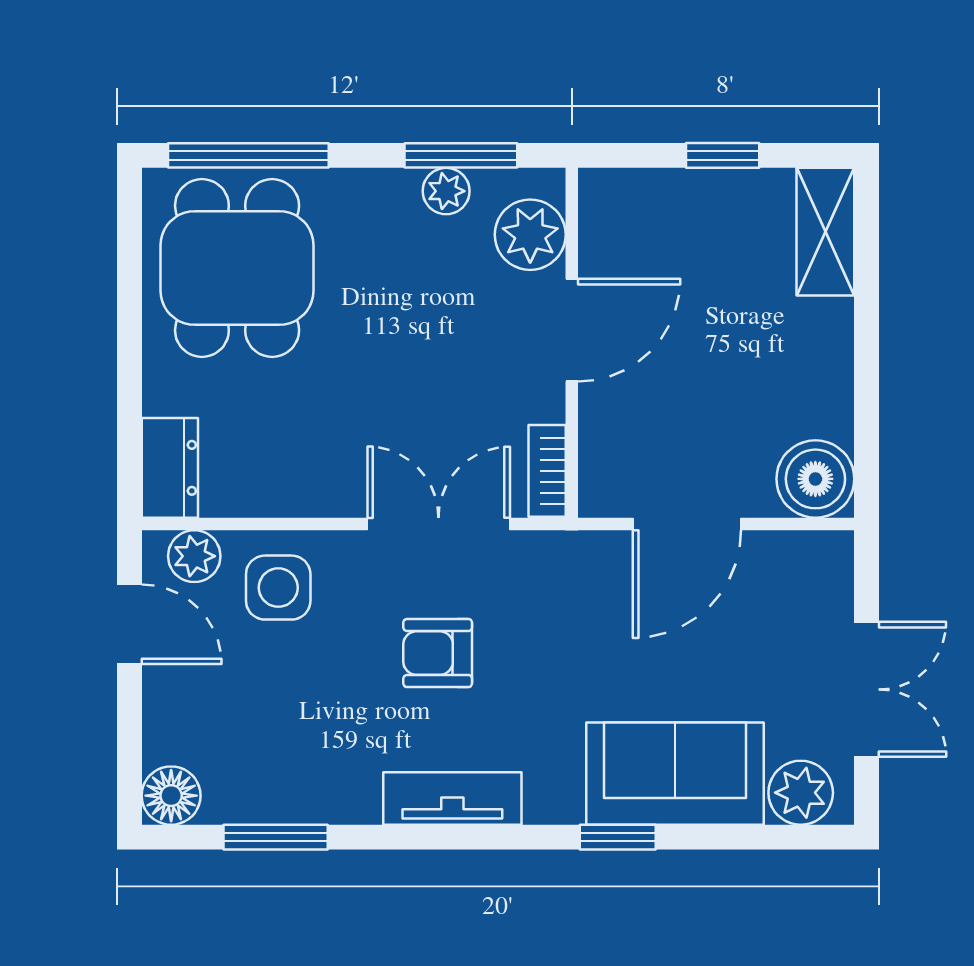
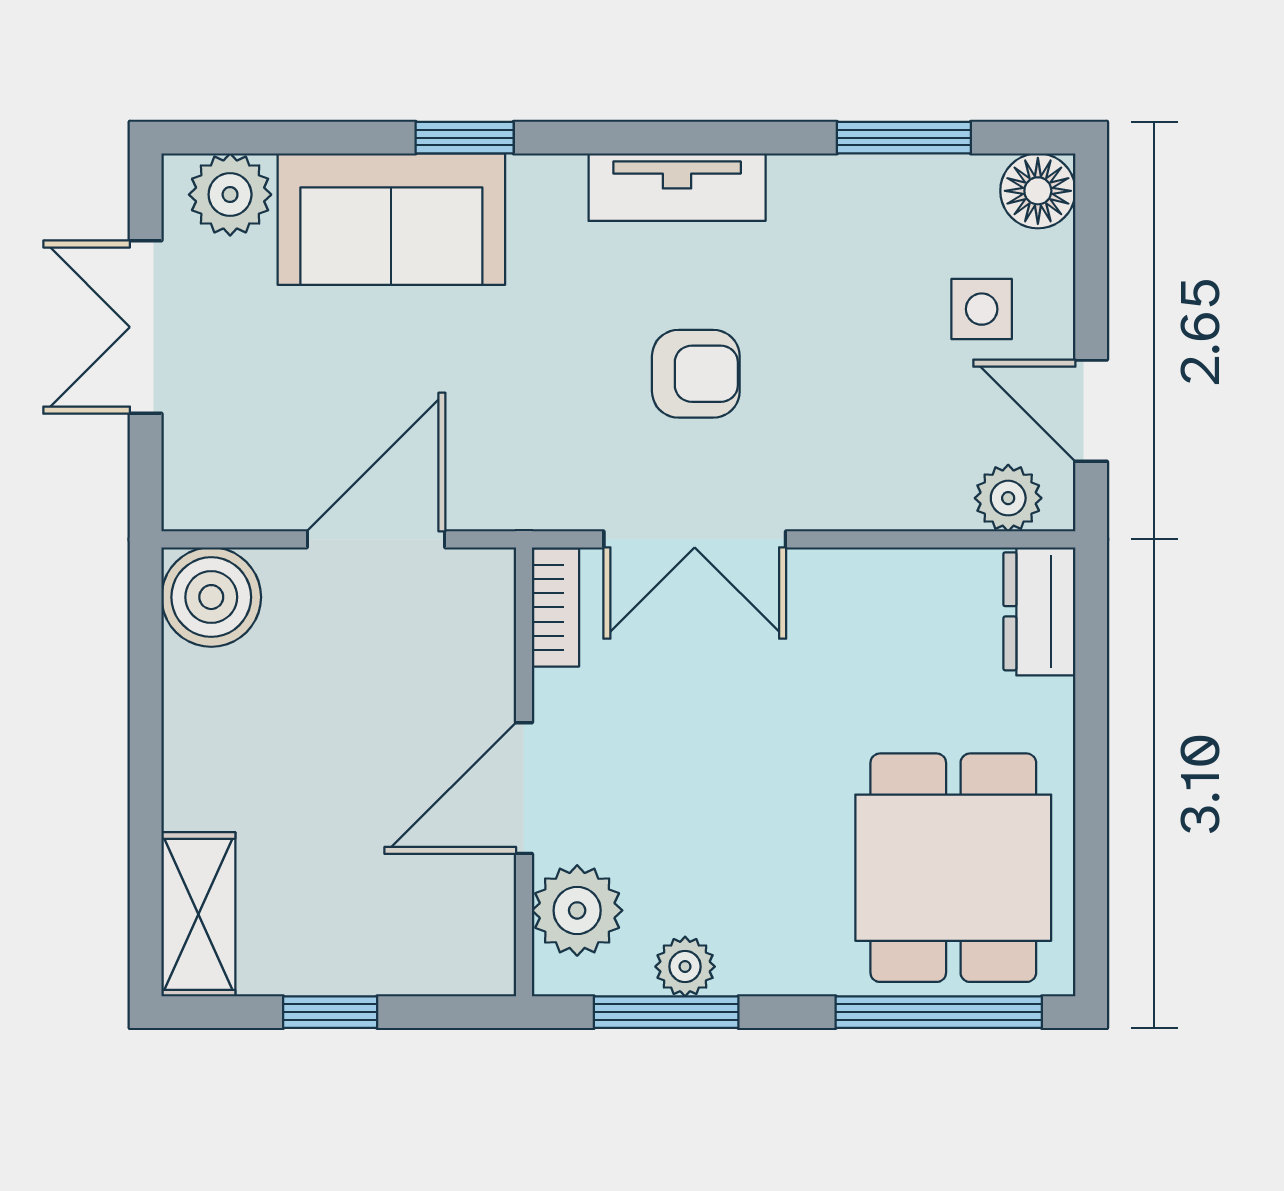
side table: (278, 588) -> (982, 309), moved, width x0.73, depth x0.73

